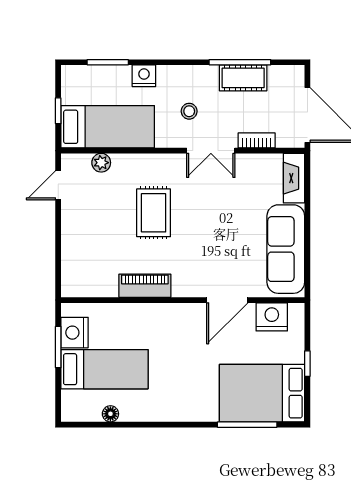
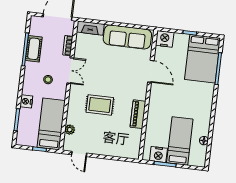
nightstand: (272, 317) -> (165, 39), moved, turned 90

